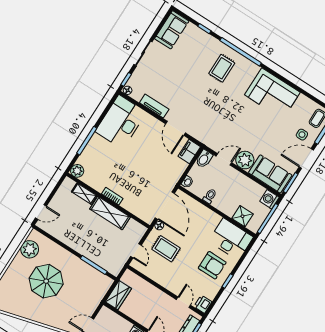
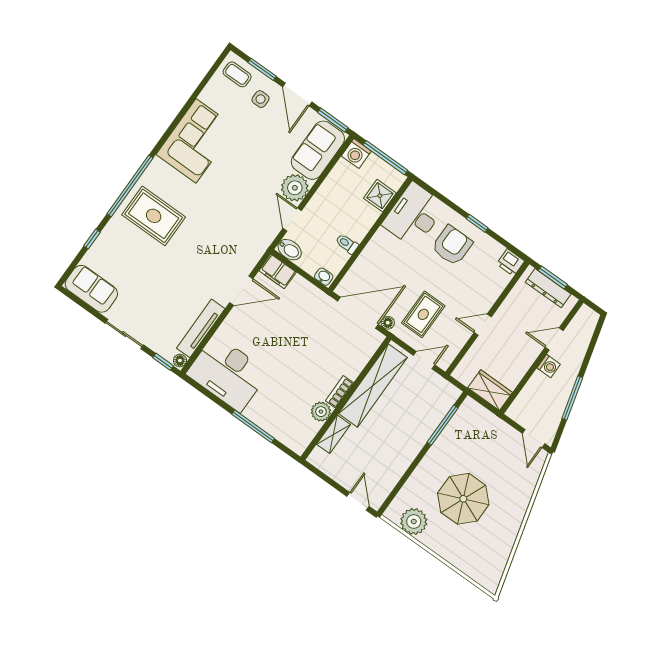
rug: (222, 68) -> (154, 216), width x1.36, depth x1.43
tv unit: (154, 106) -> (201, 328), width x1.41
plant: (77, 171) -> (321, 412), moved
shelving: (110, 213) -> (373, 386), width x1.47
door: (183, 302) -> (483, 325), moved

